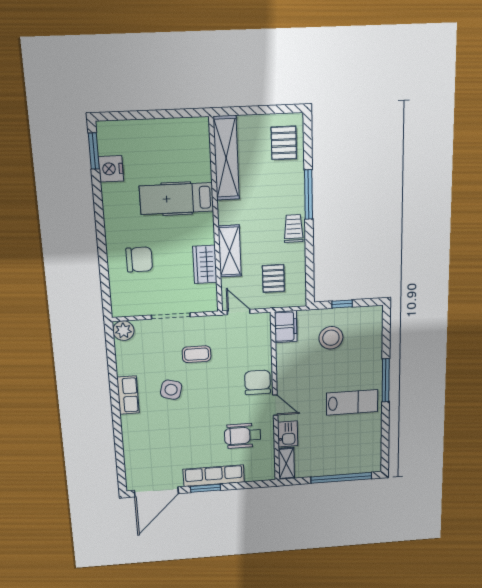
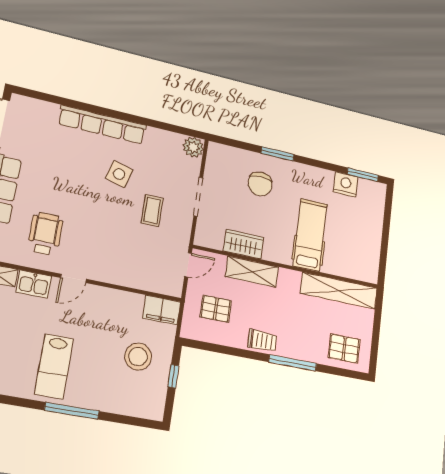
window: (102, 248) -> (277, 154), added
chair: (258, 382) -> (105, 265), removed
row of seats: (128, 395) -> (102, 125), width x2.02

